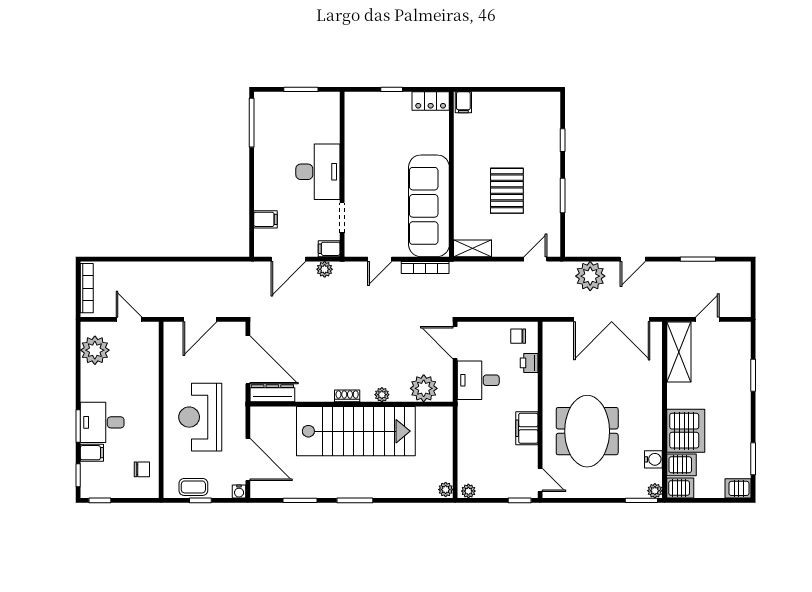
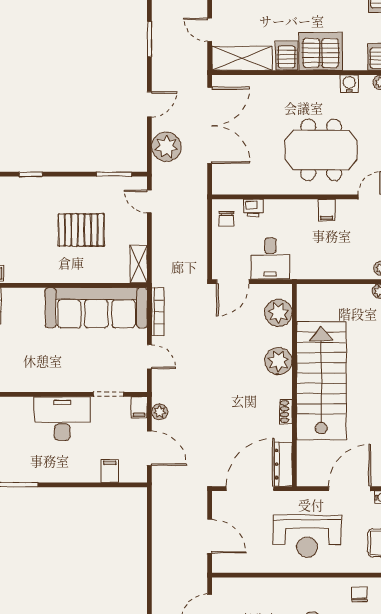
window: (563, 196) -> (114, 174), moved
door: (633, 259) -> (149, 104), hinge flipped
plant: (382, 395) -> (278, 361), width x1.88, depth x1.88
shoe rack: (347, 396) -> (286, 412), moved
filing cabinet: (527, 428) -> (327, 210), width x0.50
server rack: (681, 465) -> (287, 56), moved

